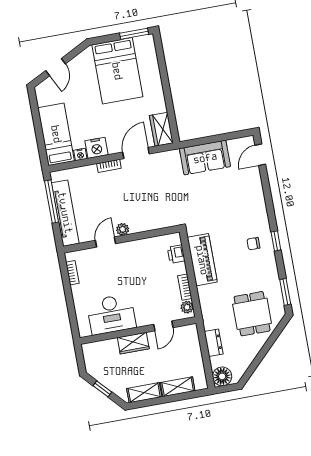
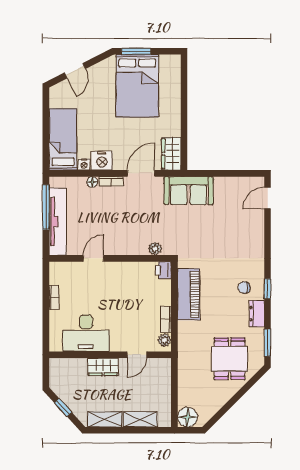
window: (134, 34) -> (136, 51), moved
sofa: (205, 158) -> (189, 191), moved
floor lamp: (91, 170) -> (92, 182), added
plant: (123, 229) -> (155, 249), moved
printer: (176, 254) -> (163, 270), moved
bookcase: (72, 273) -> (54, 297), moved
dresser: (214, 343) -> (257, 314), moved, turned 180

